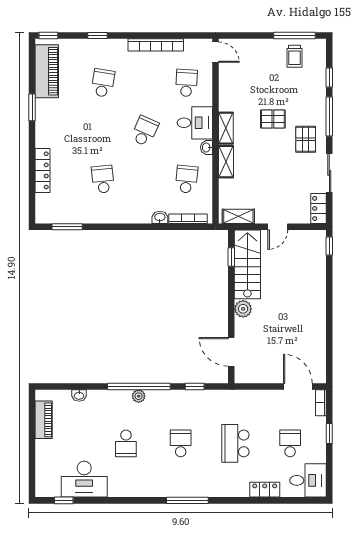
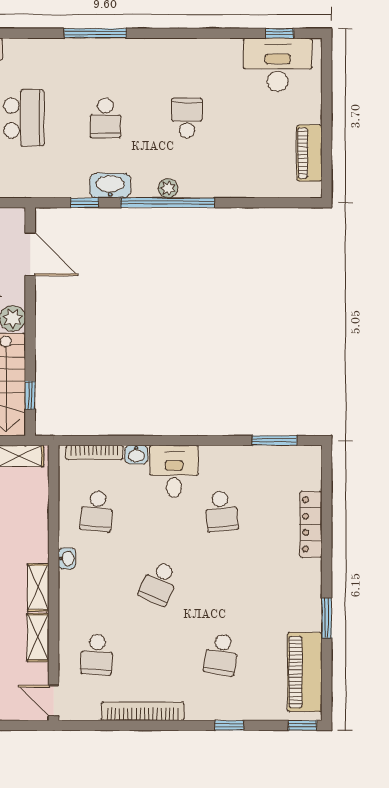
desk: (195, 123) -> (174, 471), moved, turned 90
shelving: (226, 162) -> (38, 637), moved
washbasin: (79, 395) -> (110, 186), moved, width x1.91, depth x1.45
desk: (84, 479) -> (278, 65), moved

